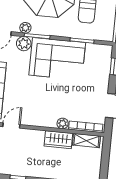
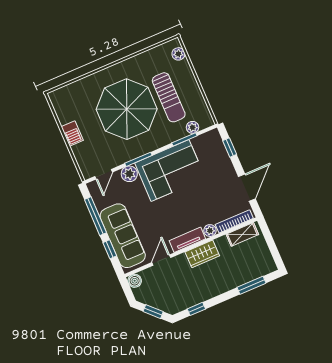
plant: (25, 28) -> (192, 127), moved
tv unit: (41, 121) -> (187, 240), added
wardrobe: (58, 140) -> (202, 254), moved

